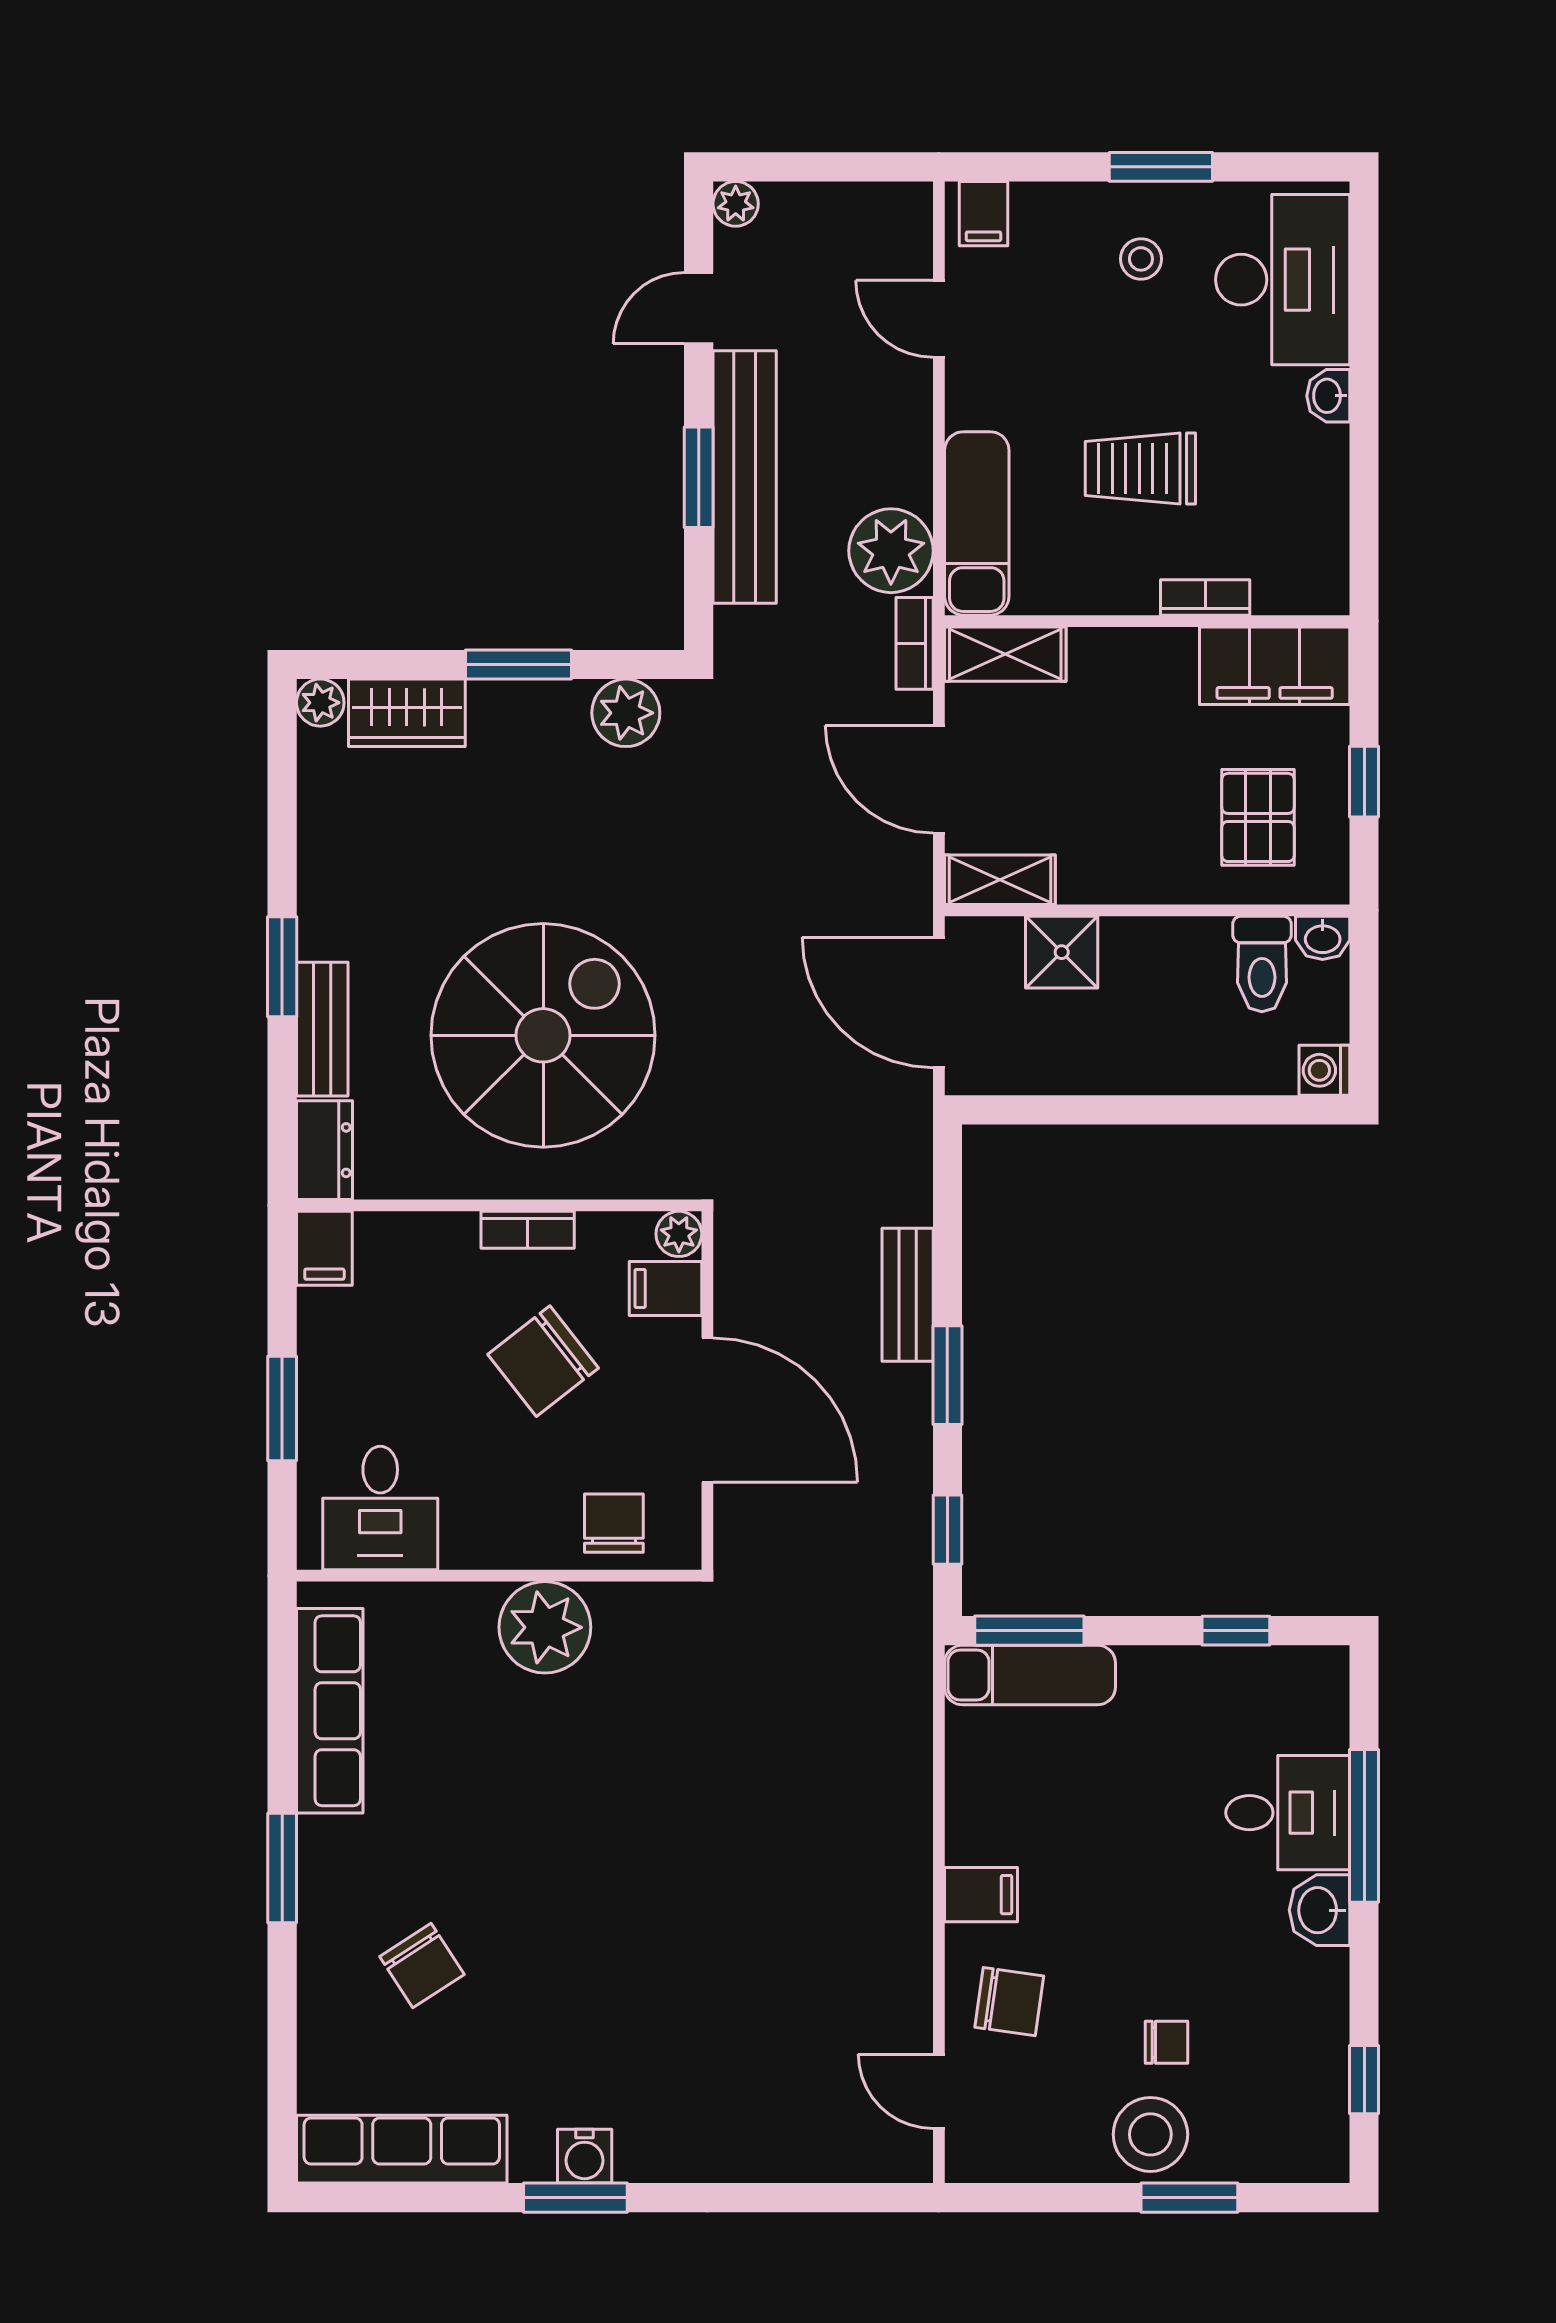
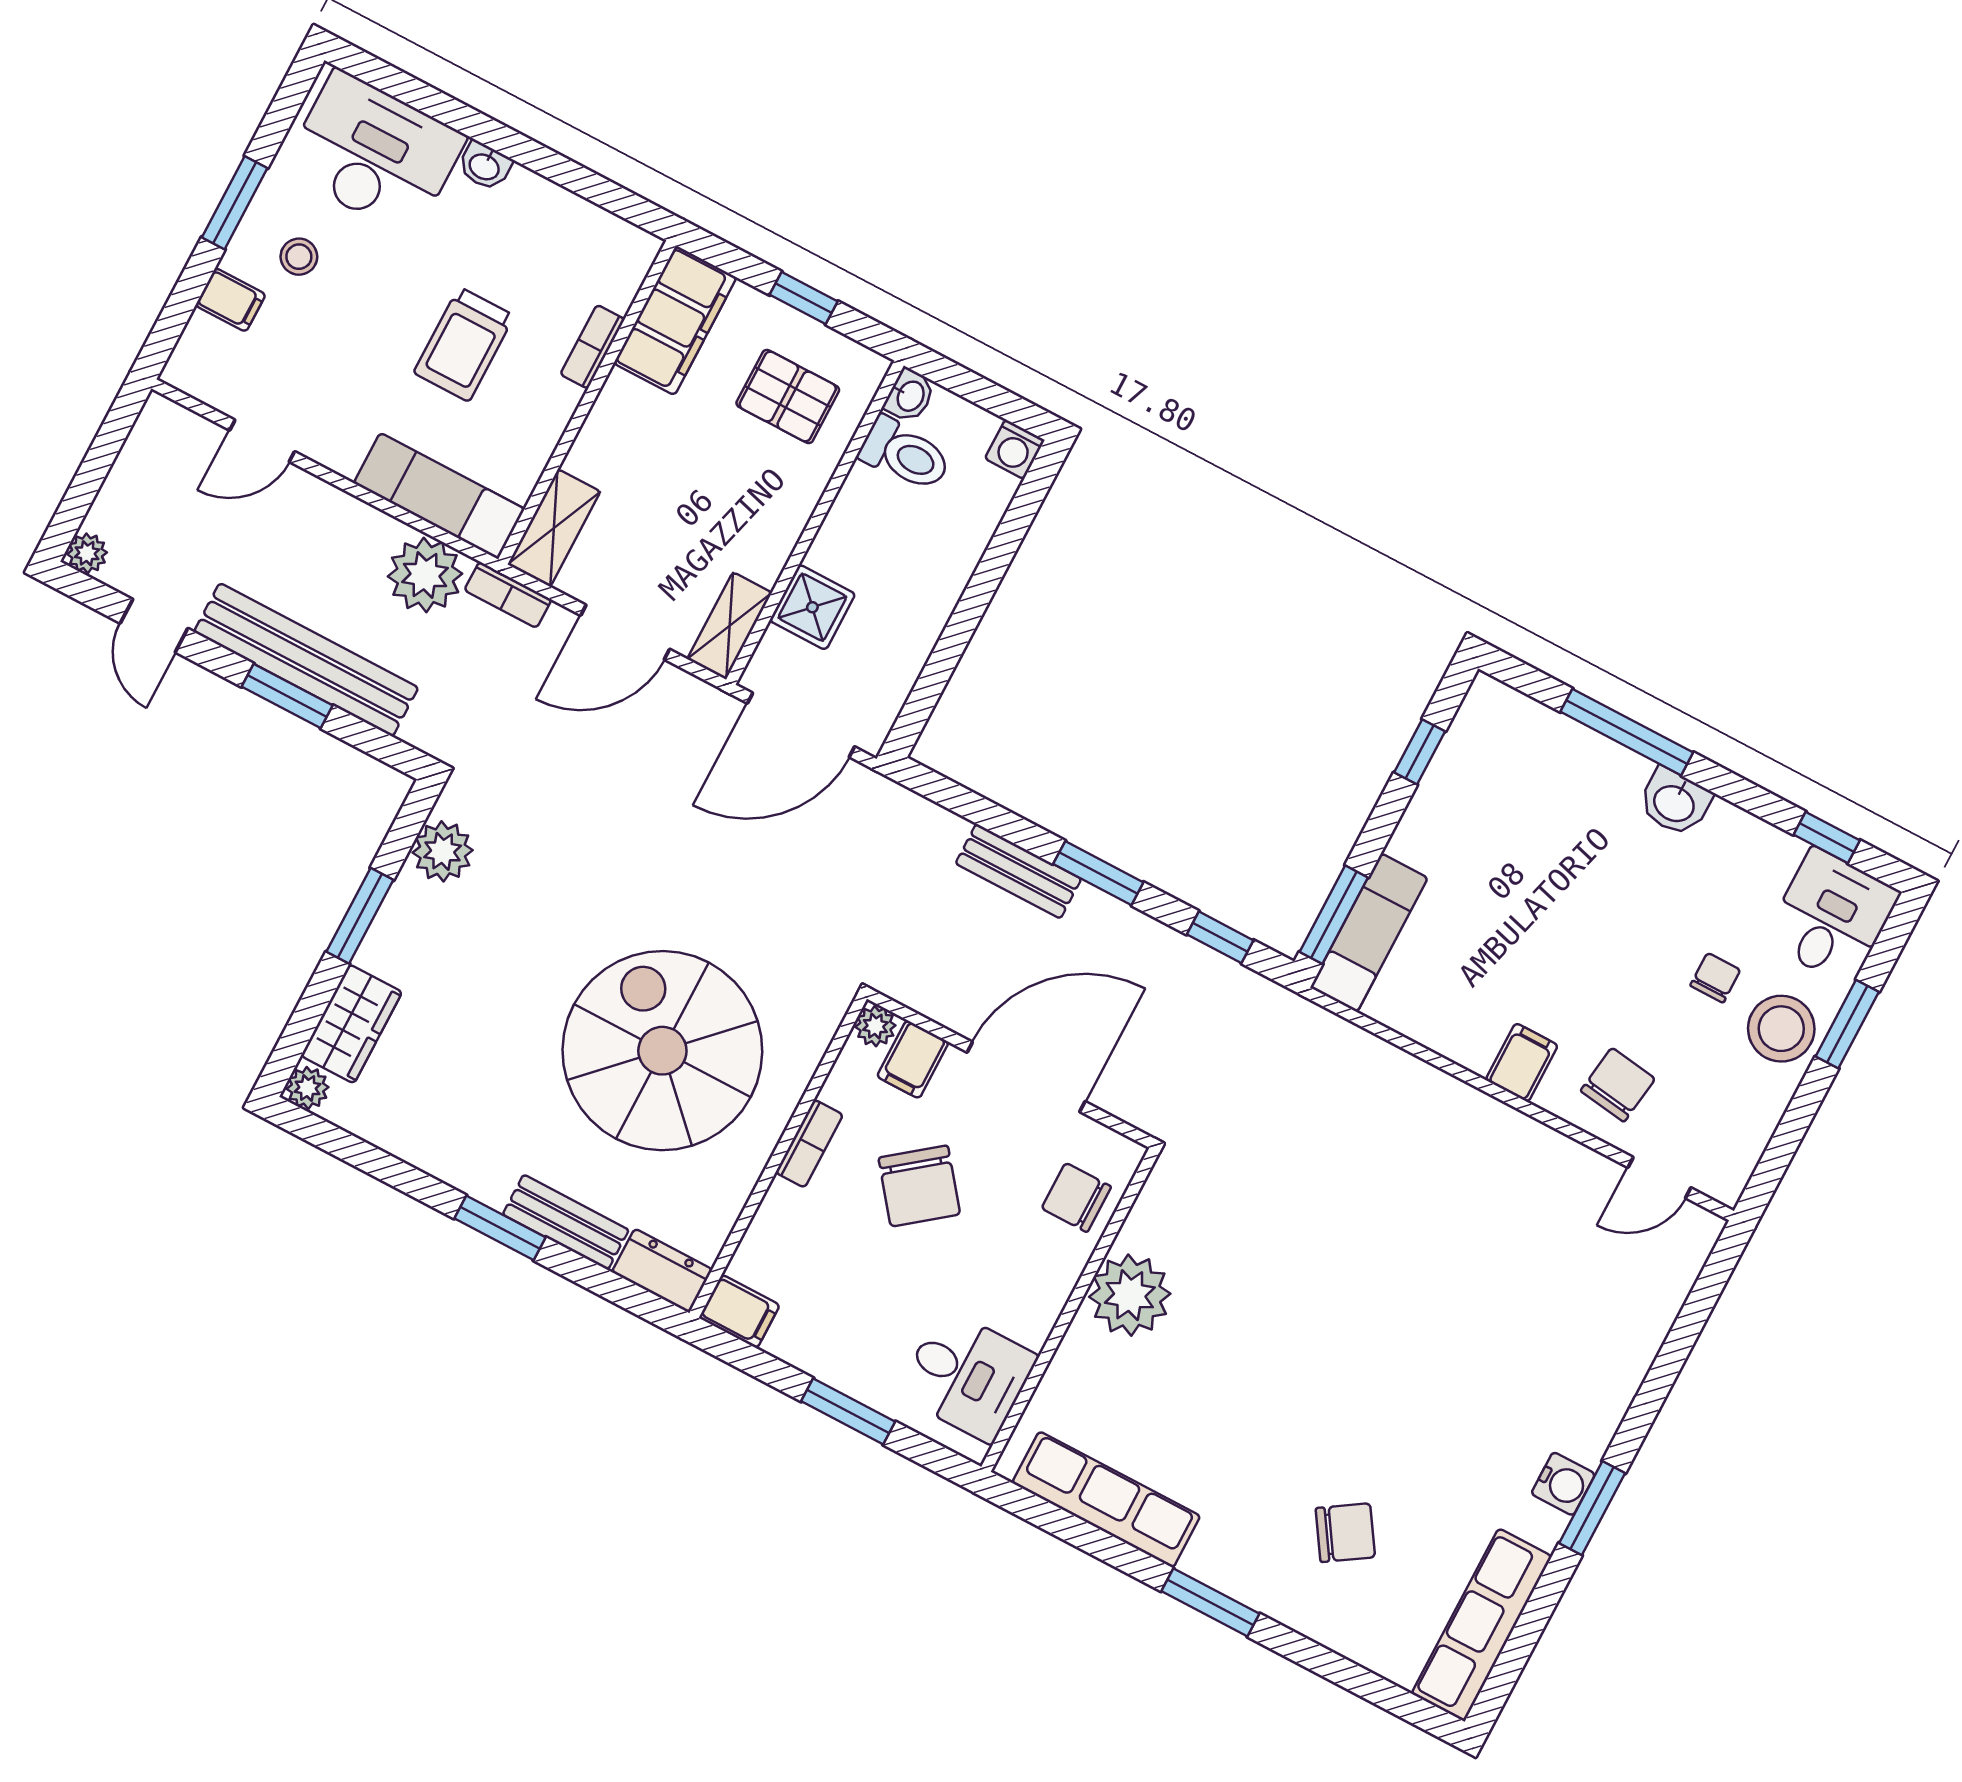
filing cabinet: (983, 214) -> (231, 300), moved
desk: (1288, 1813) -> (1832, 917), moved

